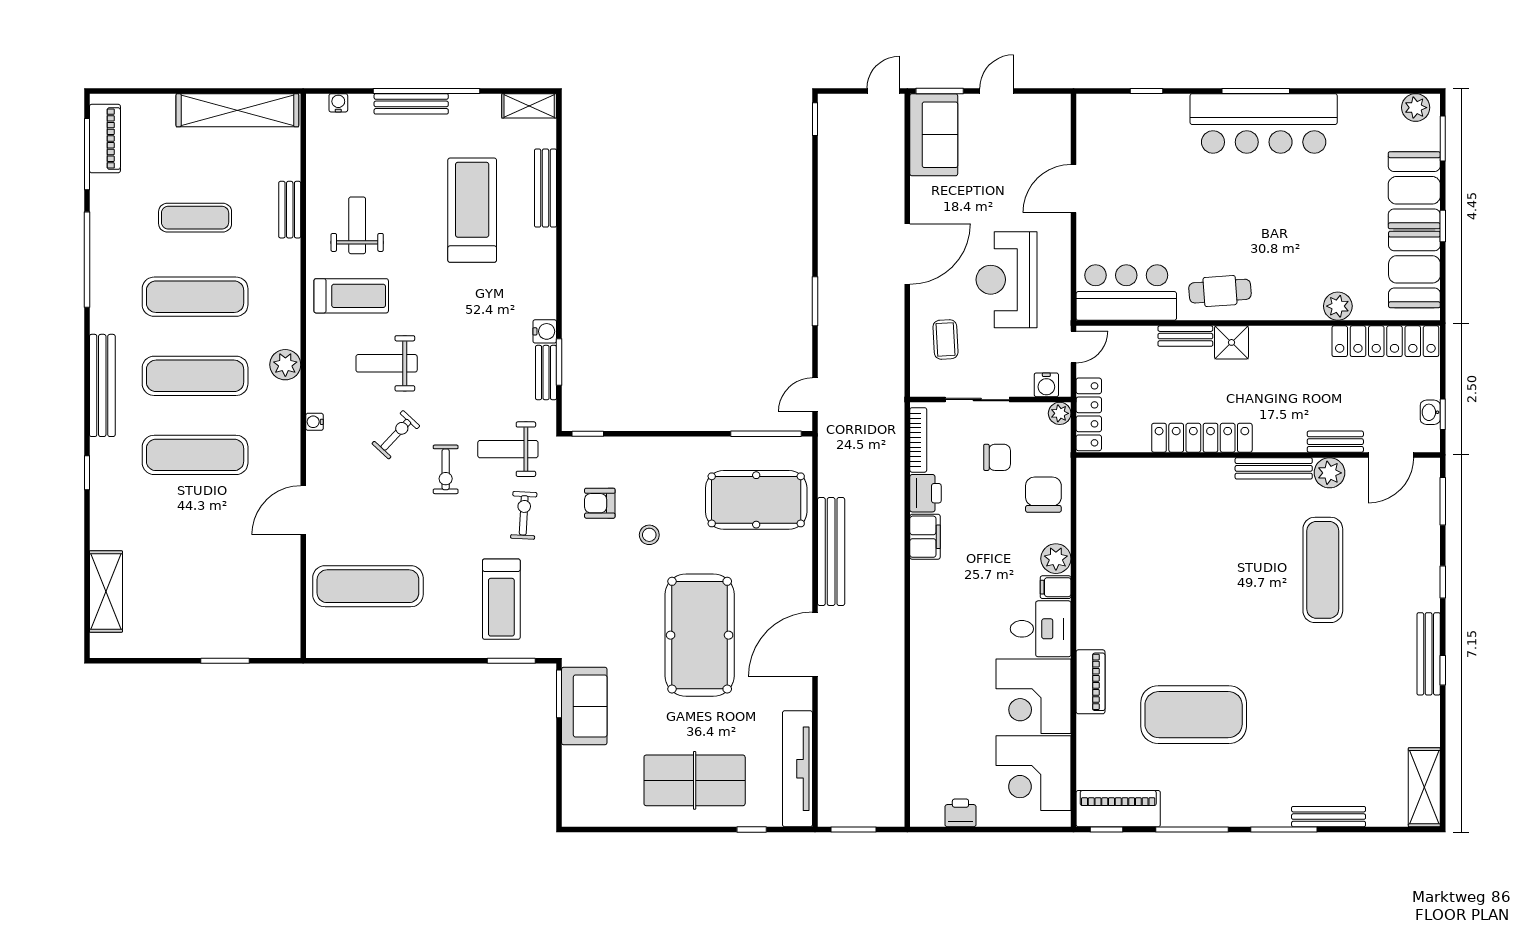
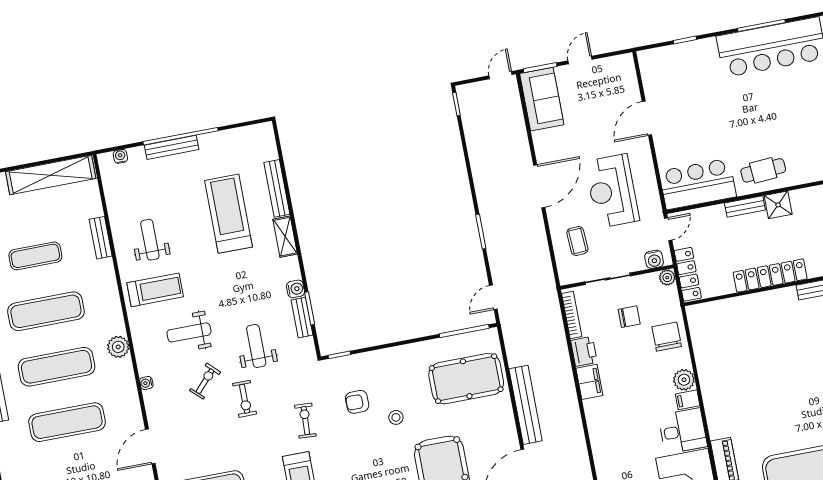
shelving: (529, 106) -> (285, 237), moved, turned 90
weight bench: (508, 449) -> (256, 346), moved, turned 90

